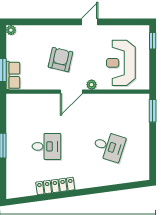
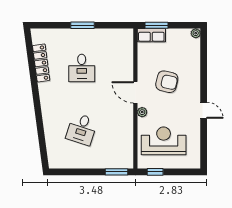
window: (153, 41) -> (155, 172), moved
locker: (55, 186) -> (41, 63), moved

